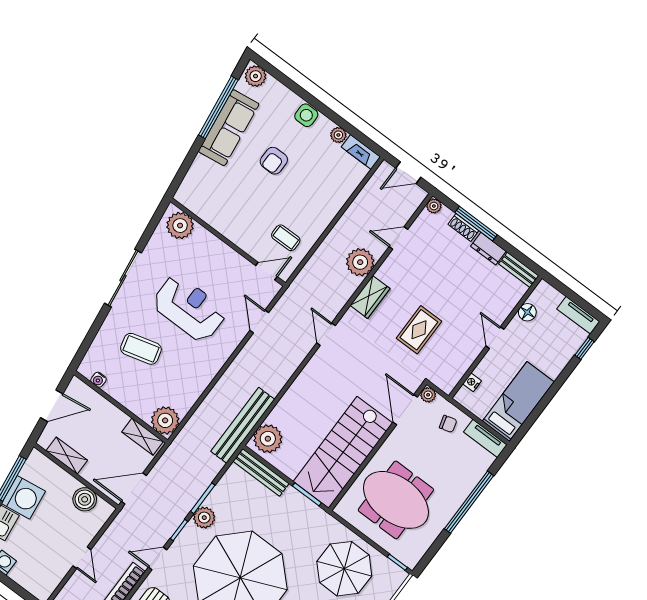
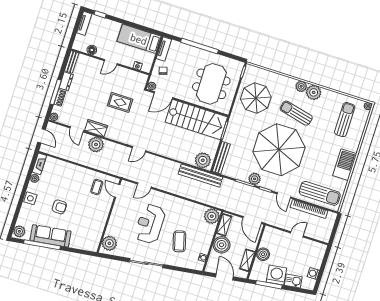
wardrobe: (370, 297) -> (96, 128), moved
boiler: (109, 420) -> (222, 245), added
boiler: (85, 499) -> (263, 254), moved

